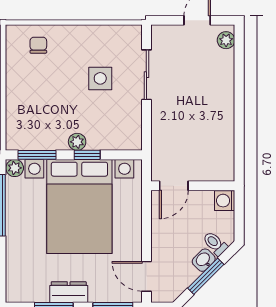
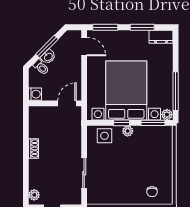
side table: (100, 78) -> (104, 136), moved
shoe rack: (227, 114) -> (34, 148), added
dresser: (69, 292) -> (161, 37), moved

